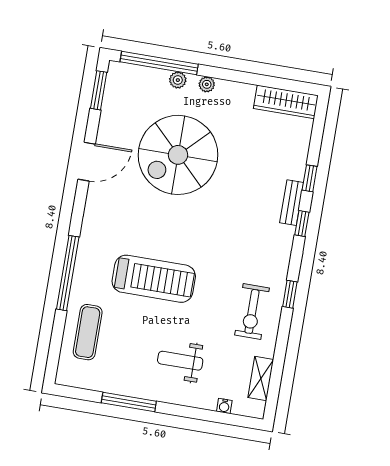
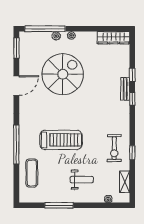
spiral stairs: (178, 155) -> (63, 74), turned 180
window: (290, 294) -> (132, 153), moved
weight bench: (180, 361) -> (82, 180), turned 180

